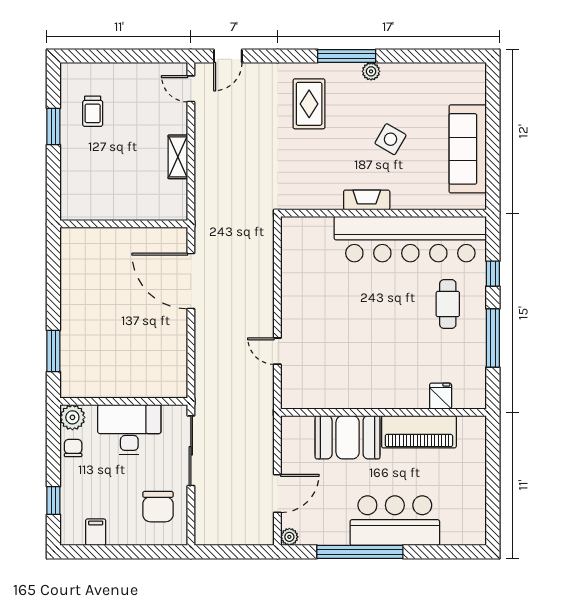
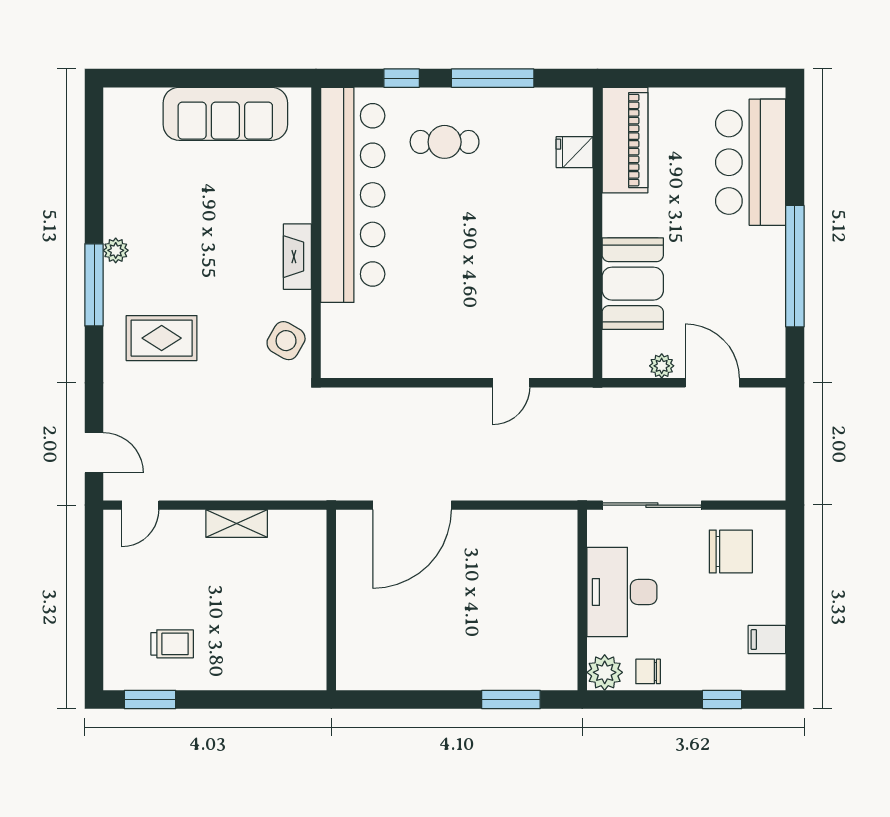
window: (53, 126) -> (150, 699), moved
side table: (390, 139) -> (286, 341), moved
piano: (419, 432) -> (625, 140), moved
bar counter: (395, 521) -> (751, 162), moved
plant: (289, 537) -> (662, 366), moved

